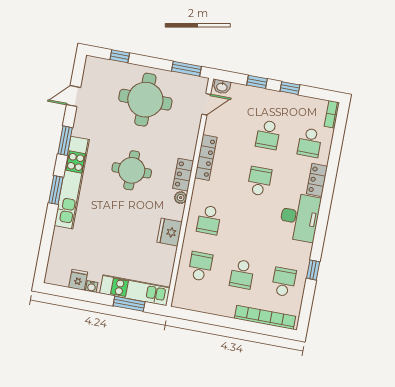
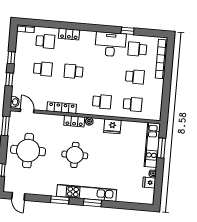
door: (73, 96) -> (18, 196), moved
desk: (300, 217) -> (110, 44), moved
school desk: (200, 266) -> (133, 104), turned 180

